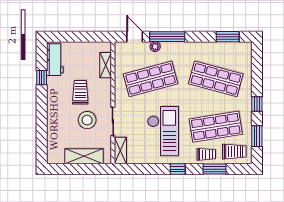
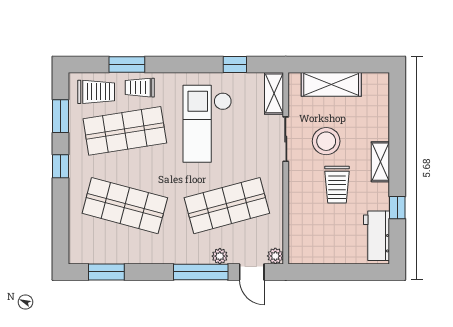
plant: (120, 47) -> (275, 256), added
shelving: (106, 65) -> (380, 162), moved
trolley: (234, 152) -> (96, 92), turned 180
window: (178, 169) -> (235, 65), moved

